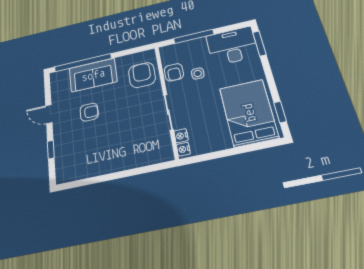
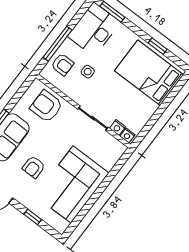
armchair: (174, 72) -> (62, 64), moved
armchair: (89, 112) -> (34, 167), turned 180
window: (280, 112) -> (158, 46), moved
corner sofa: (103, 151) -> (72, 184), added

